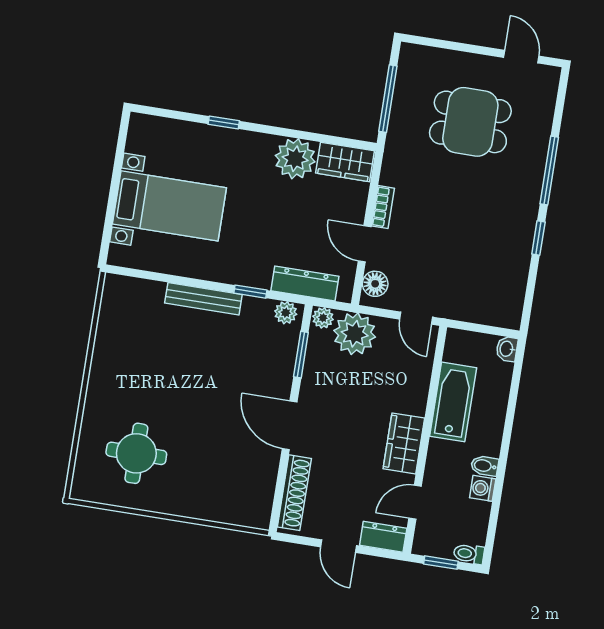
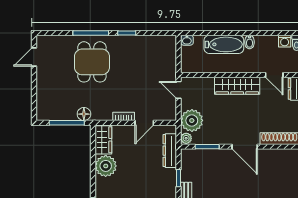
dining table: (470, 122) -> (92, 62), moved
floor lamp: (375, 284) -> (84, 114), moved
plant: (286, 313) -> (187, 158), removed
door: (416, 318) -> (179, 90), swing flipped
bathtub: (453, 402) -> (224, 44), moved, turned 180
door: (290, 425) -> (245, 147), hinge flipped
wardrobe: (404, 443) -> (237, 86), width x1.50
washing machine: (483, 488) -> (285, 41), moved

